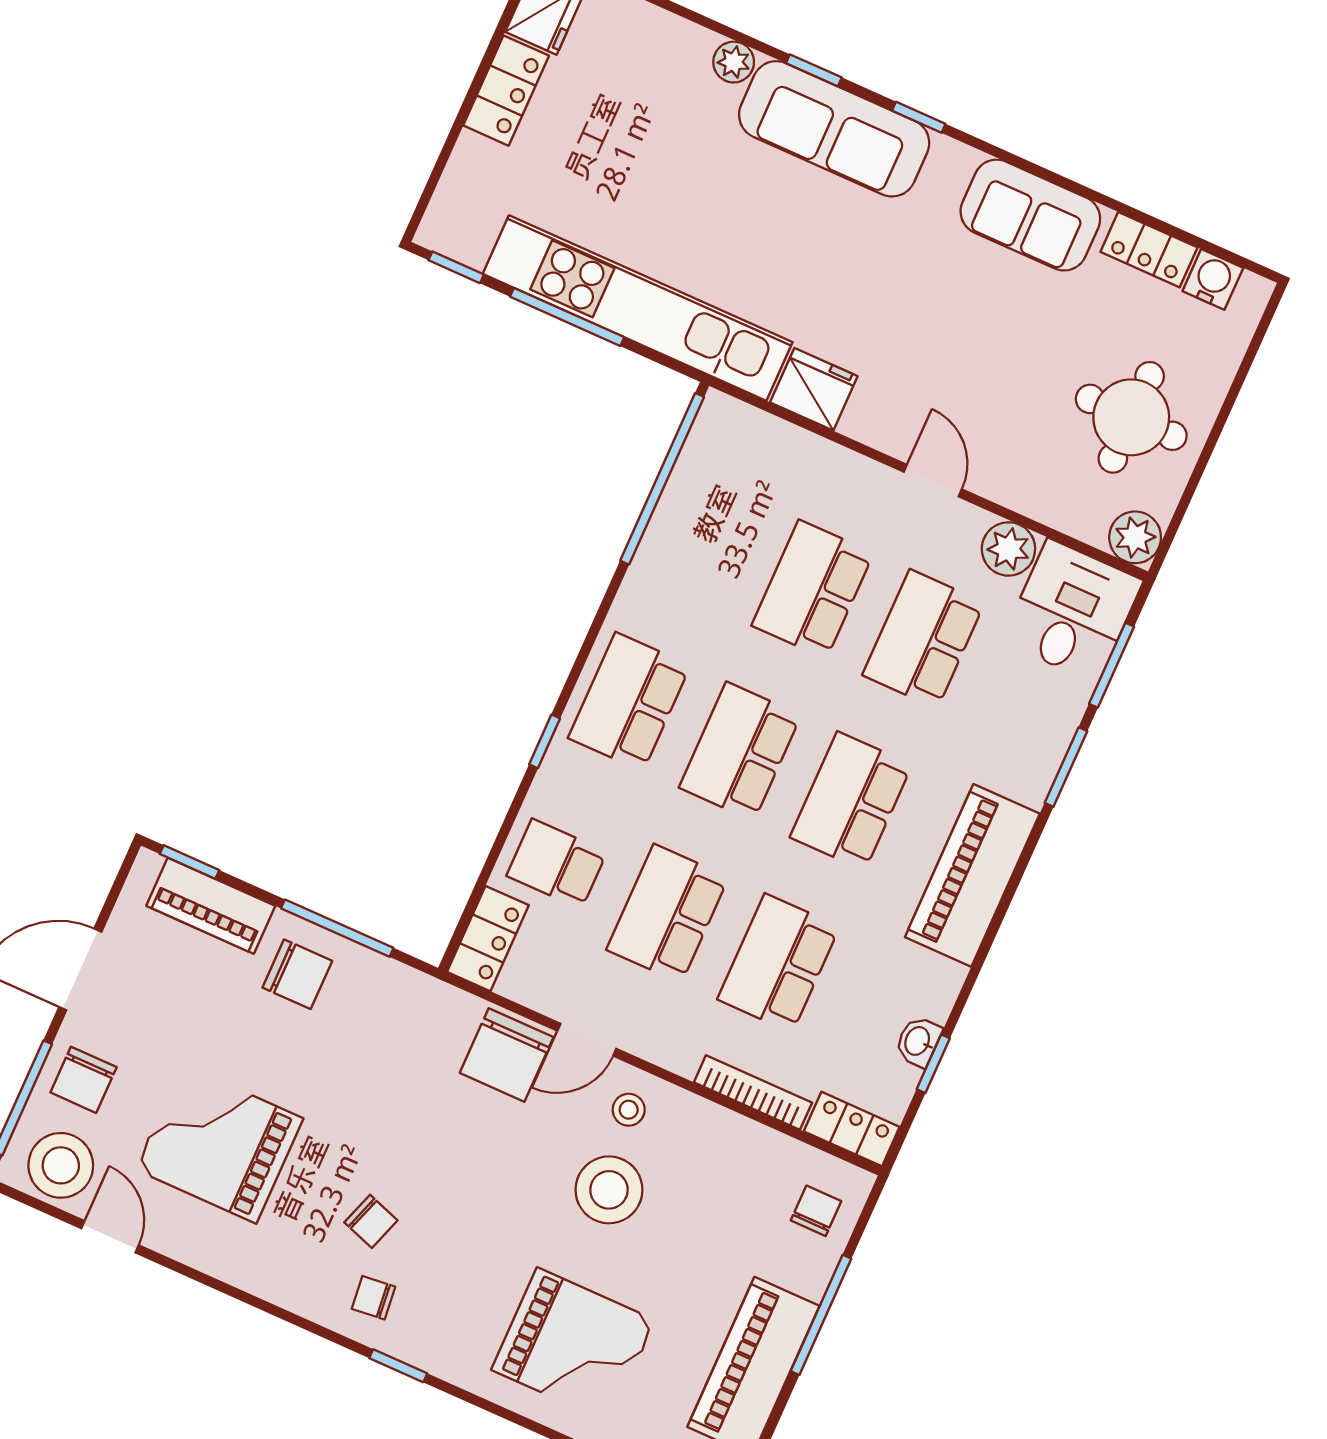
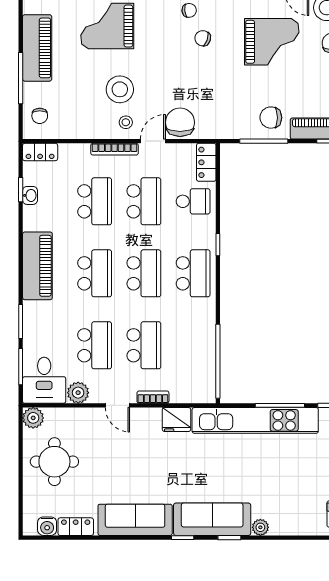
sofa: (1030, 215) -> (135, 520), width x1.36
bookcase: (844, 463) -> (153, 397), added
bookcase: (753, 1092) -> (115, 149), moved

